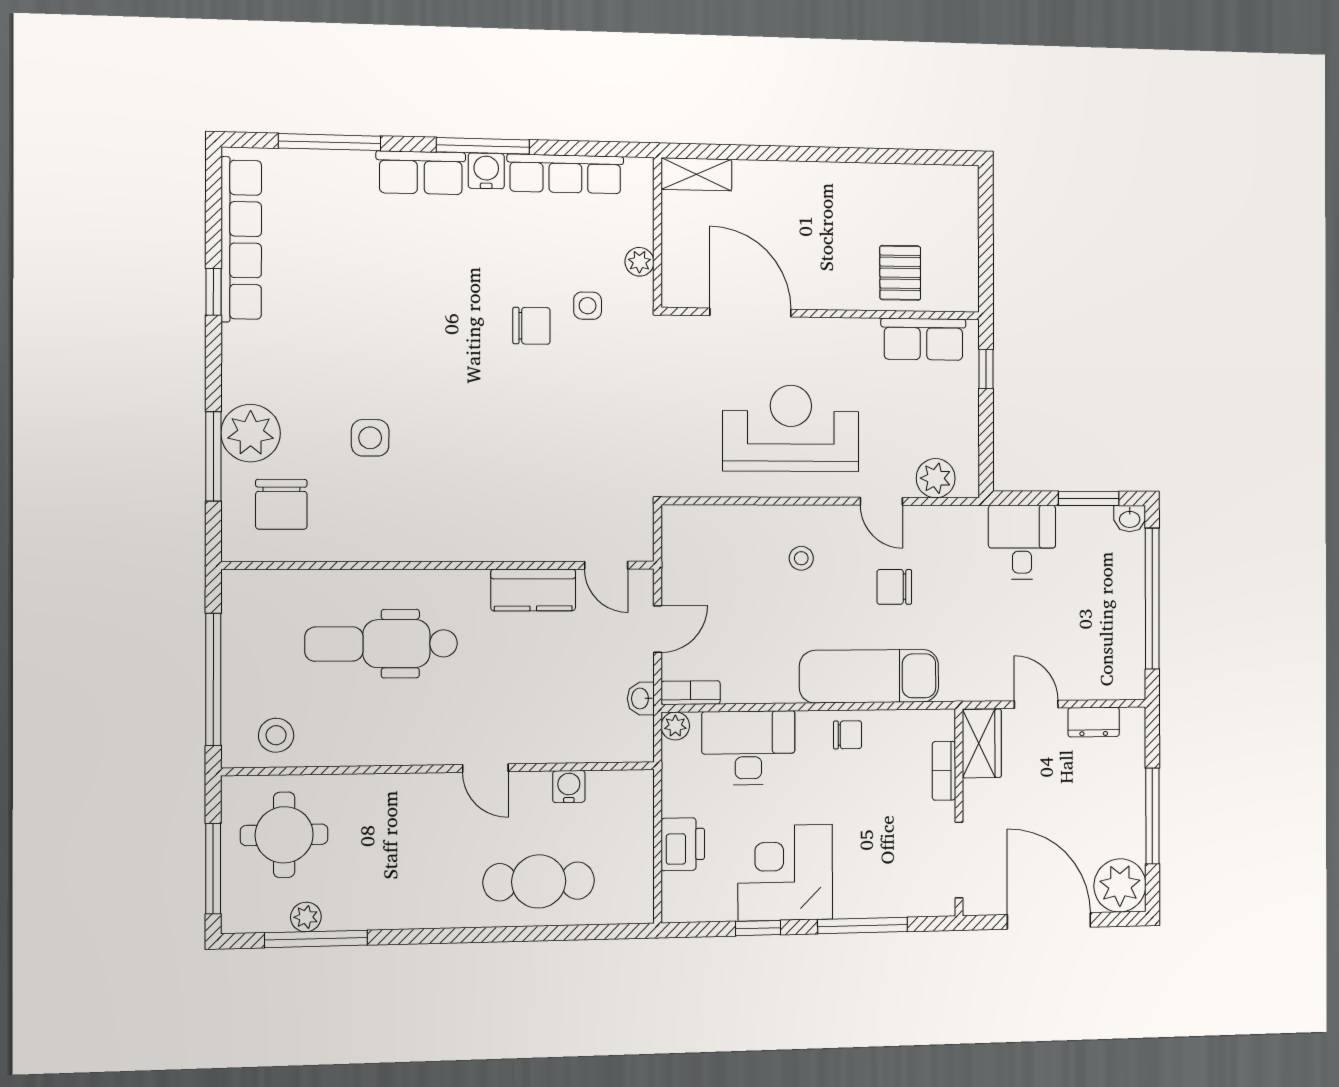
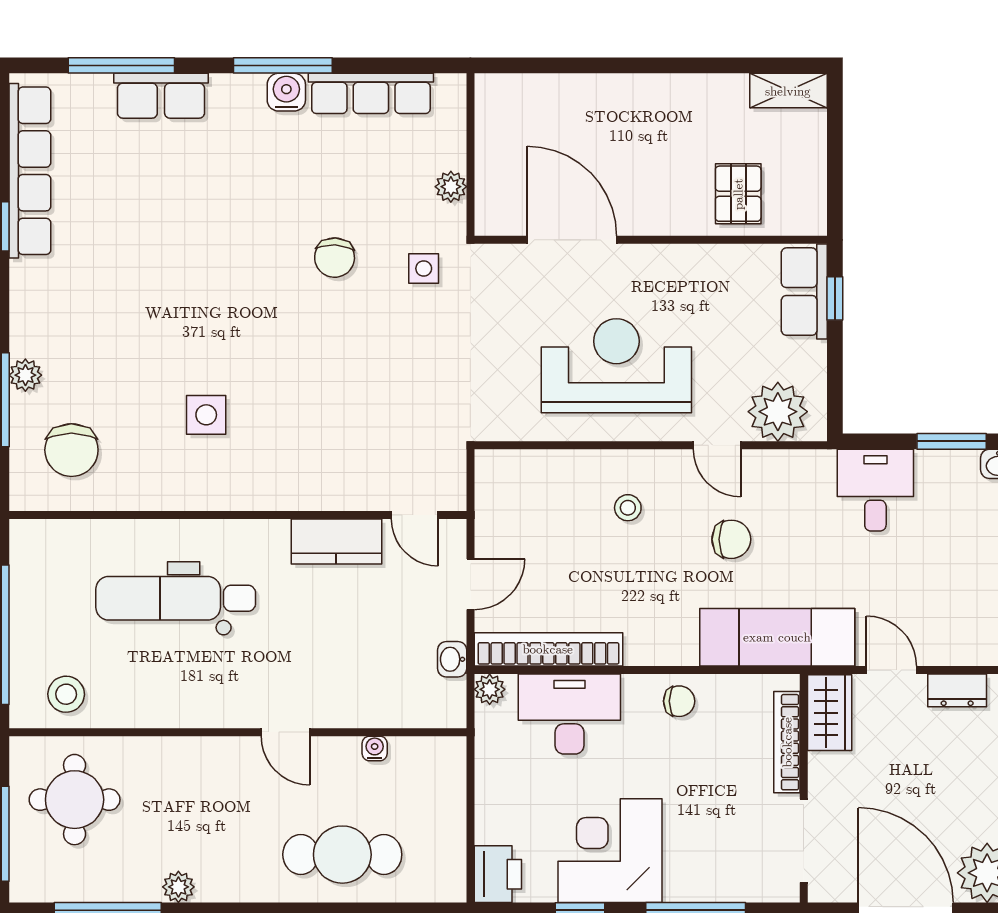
row of seats: (421, 173) -> (161, 96), moved
shelving: (696, 174) -> (788, 91), moved
side table: (588, 306) -> (424, 268), moved
chair: (531, 326) -> (335, 258), turned 93
row of seats: (923, 339) -> (804, 292), moved, turned 90
plant: (251, 433) -> (25, 375), width x0.53, depth x0.53
side table: (370, 438) -> (206, 415), moved
plant: (936, 478) -> (778, 412), width x1.36, depth x1.36
chair: (894, 587) -> (731, 539), turned 180
exam couch: (869, 676) -> (777, 637), moved
bookcase: (691, 693) -> (548, 649), width x2.31, depth x1.31
bookcase: (944, 771) -> (787, 742), width x1.56
water cooler: (569, 787) -> (375, 748), width x0.72, depth x0.72
printer: (683, 844) -> (498, 874), moved
plant: (306, 917) -> (178, 887), moved

